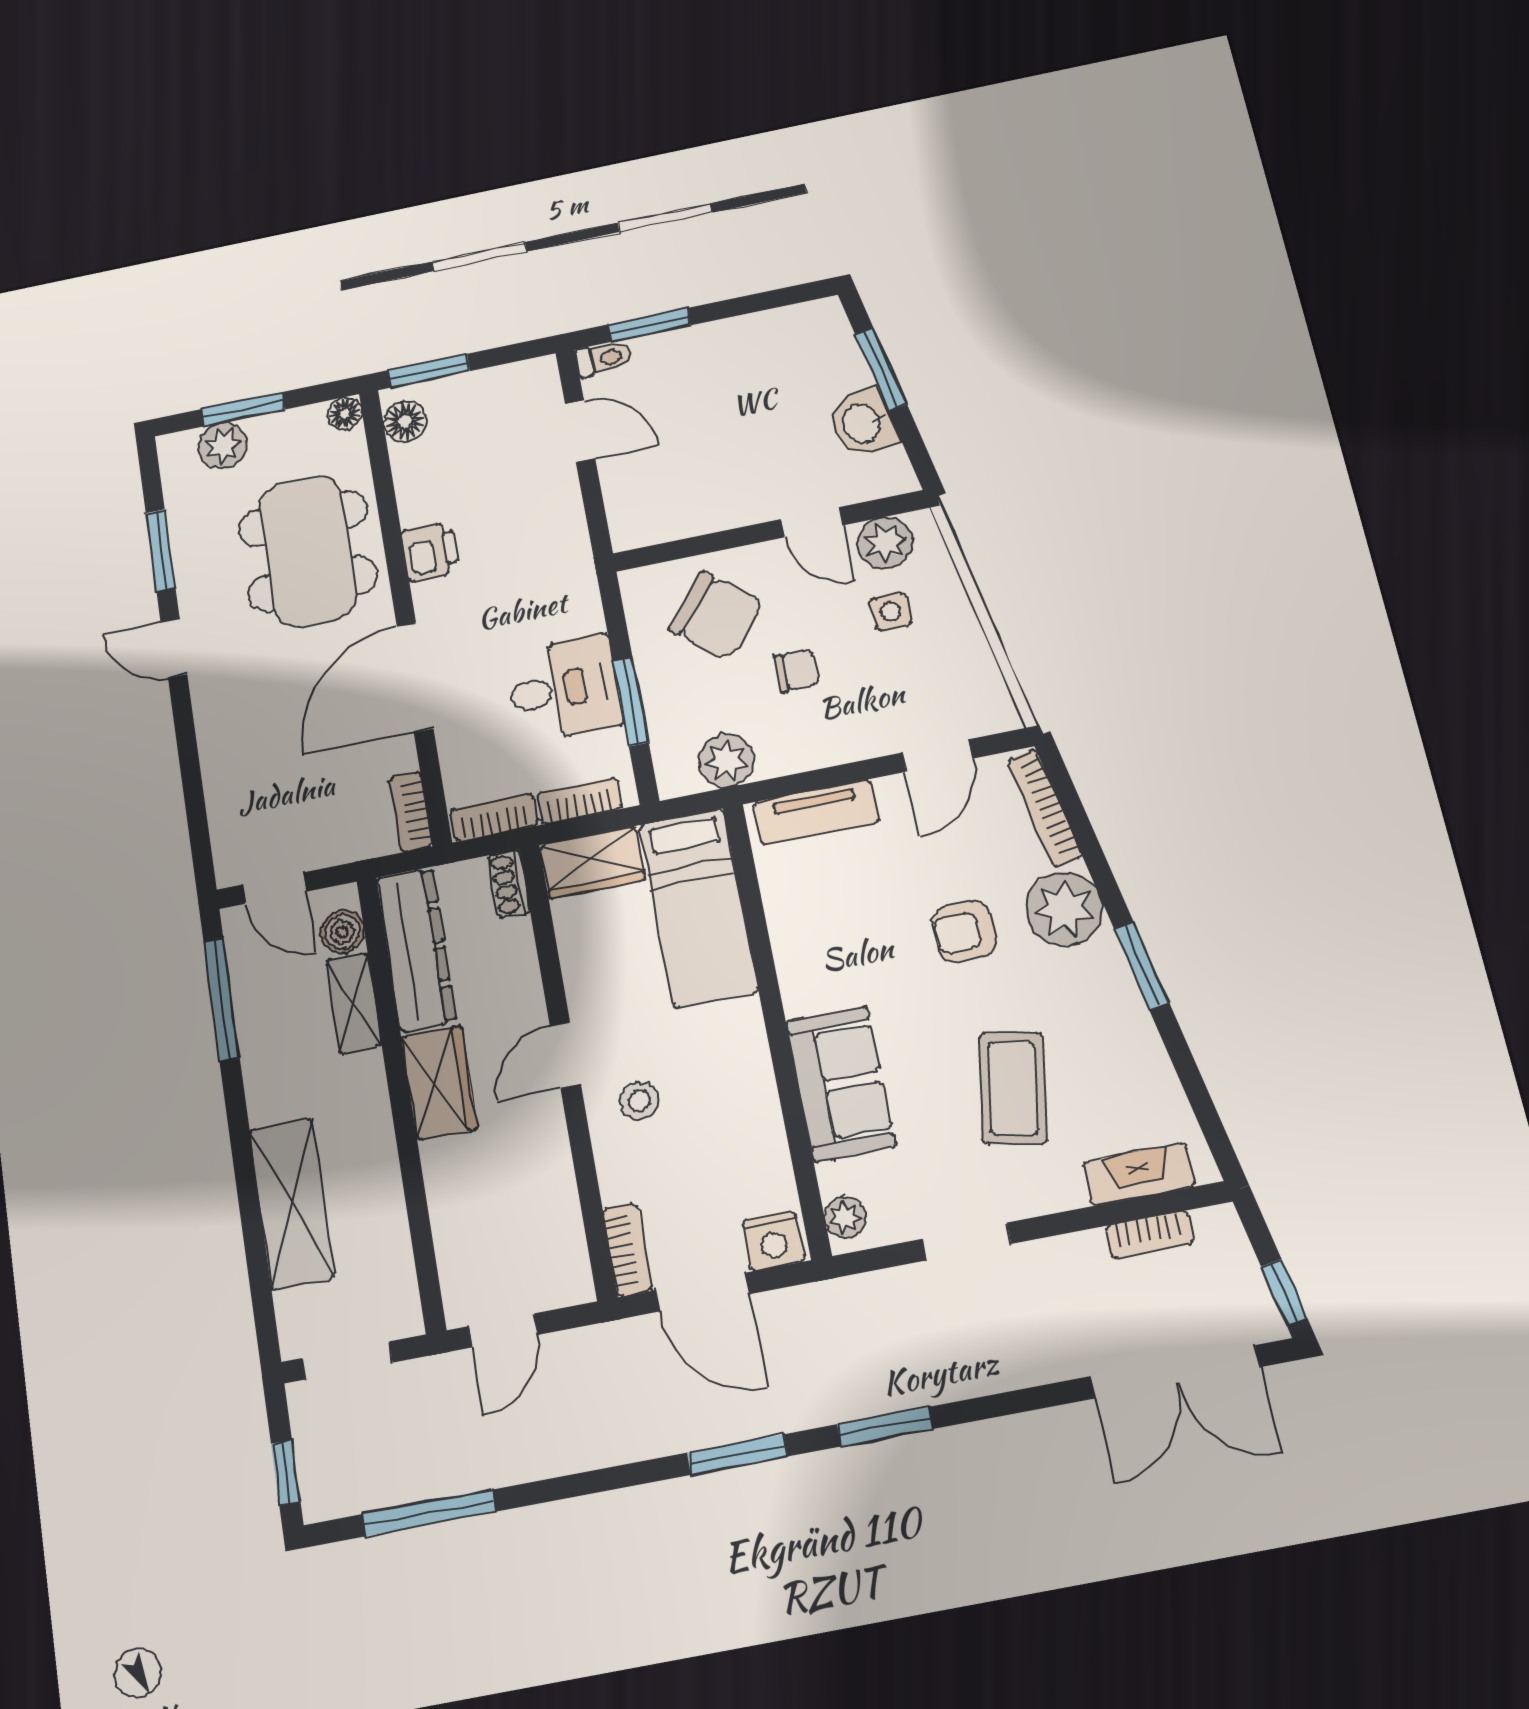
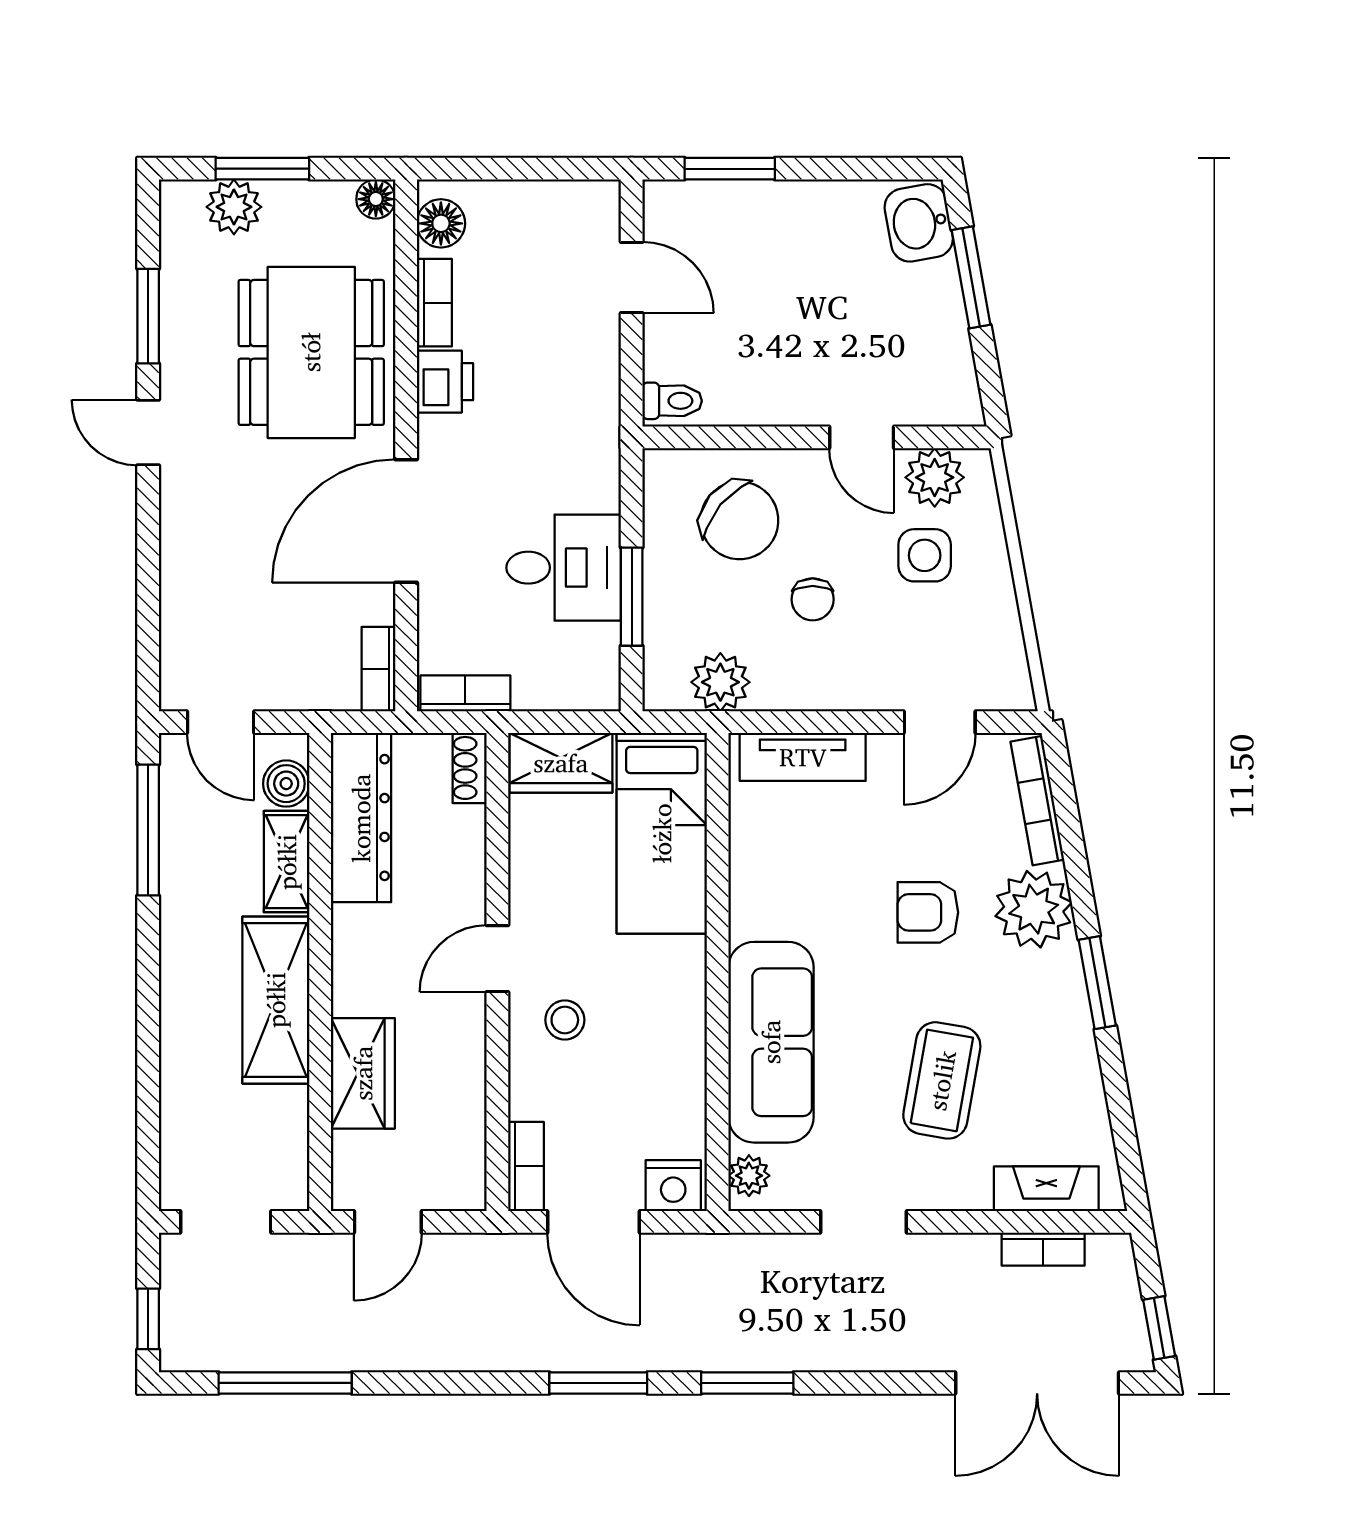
toilet: (603, 359) -> (672, 401), moved
window: (429, 371) -> (477, 169), removed
washbasin: (863, 423) -> (919, 223), moved
side table: (891, 612) -> (925, 555), width x1.37, depth x1.37
chair: (796, 671) -> (813, 599), turned 90
bookcase: (579, 801) -> (434, 303), moved, turned 90
wardrobe: (439, 1083) -> (363, 1073), moved
sofa: (840, 1084) -> (771, 1042), width x1.36
shelving: (292, 1204) -> (276, 1000), moved

